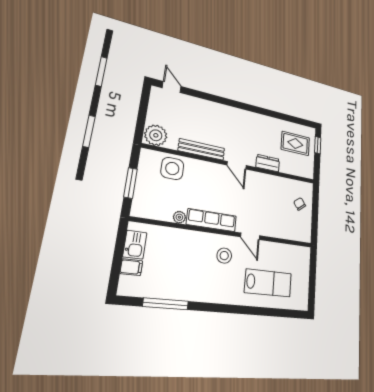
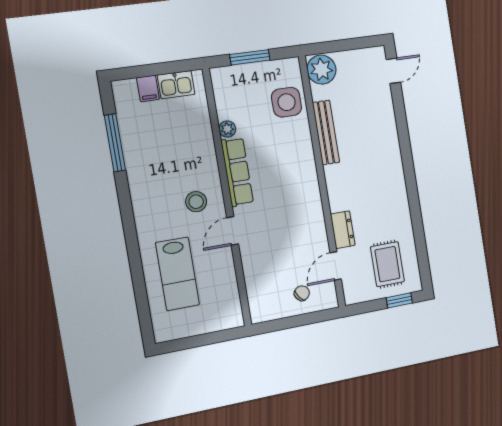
door: (237, 165) -> (336, 266), moved

